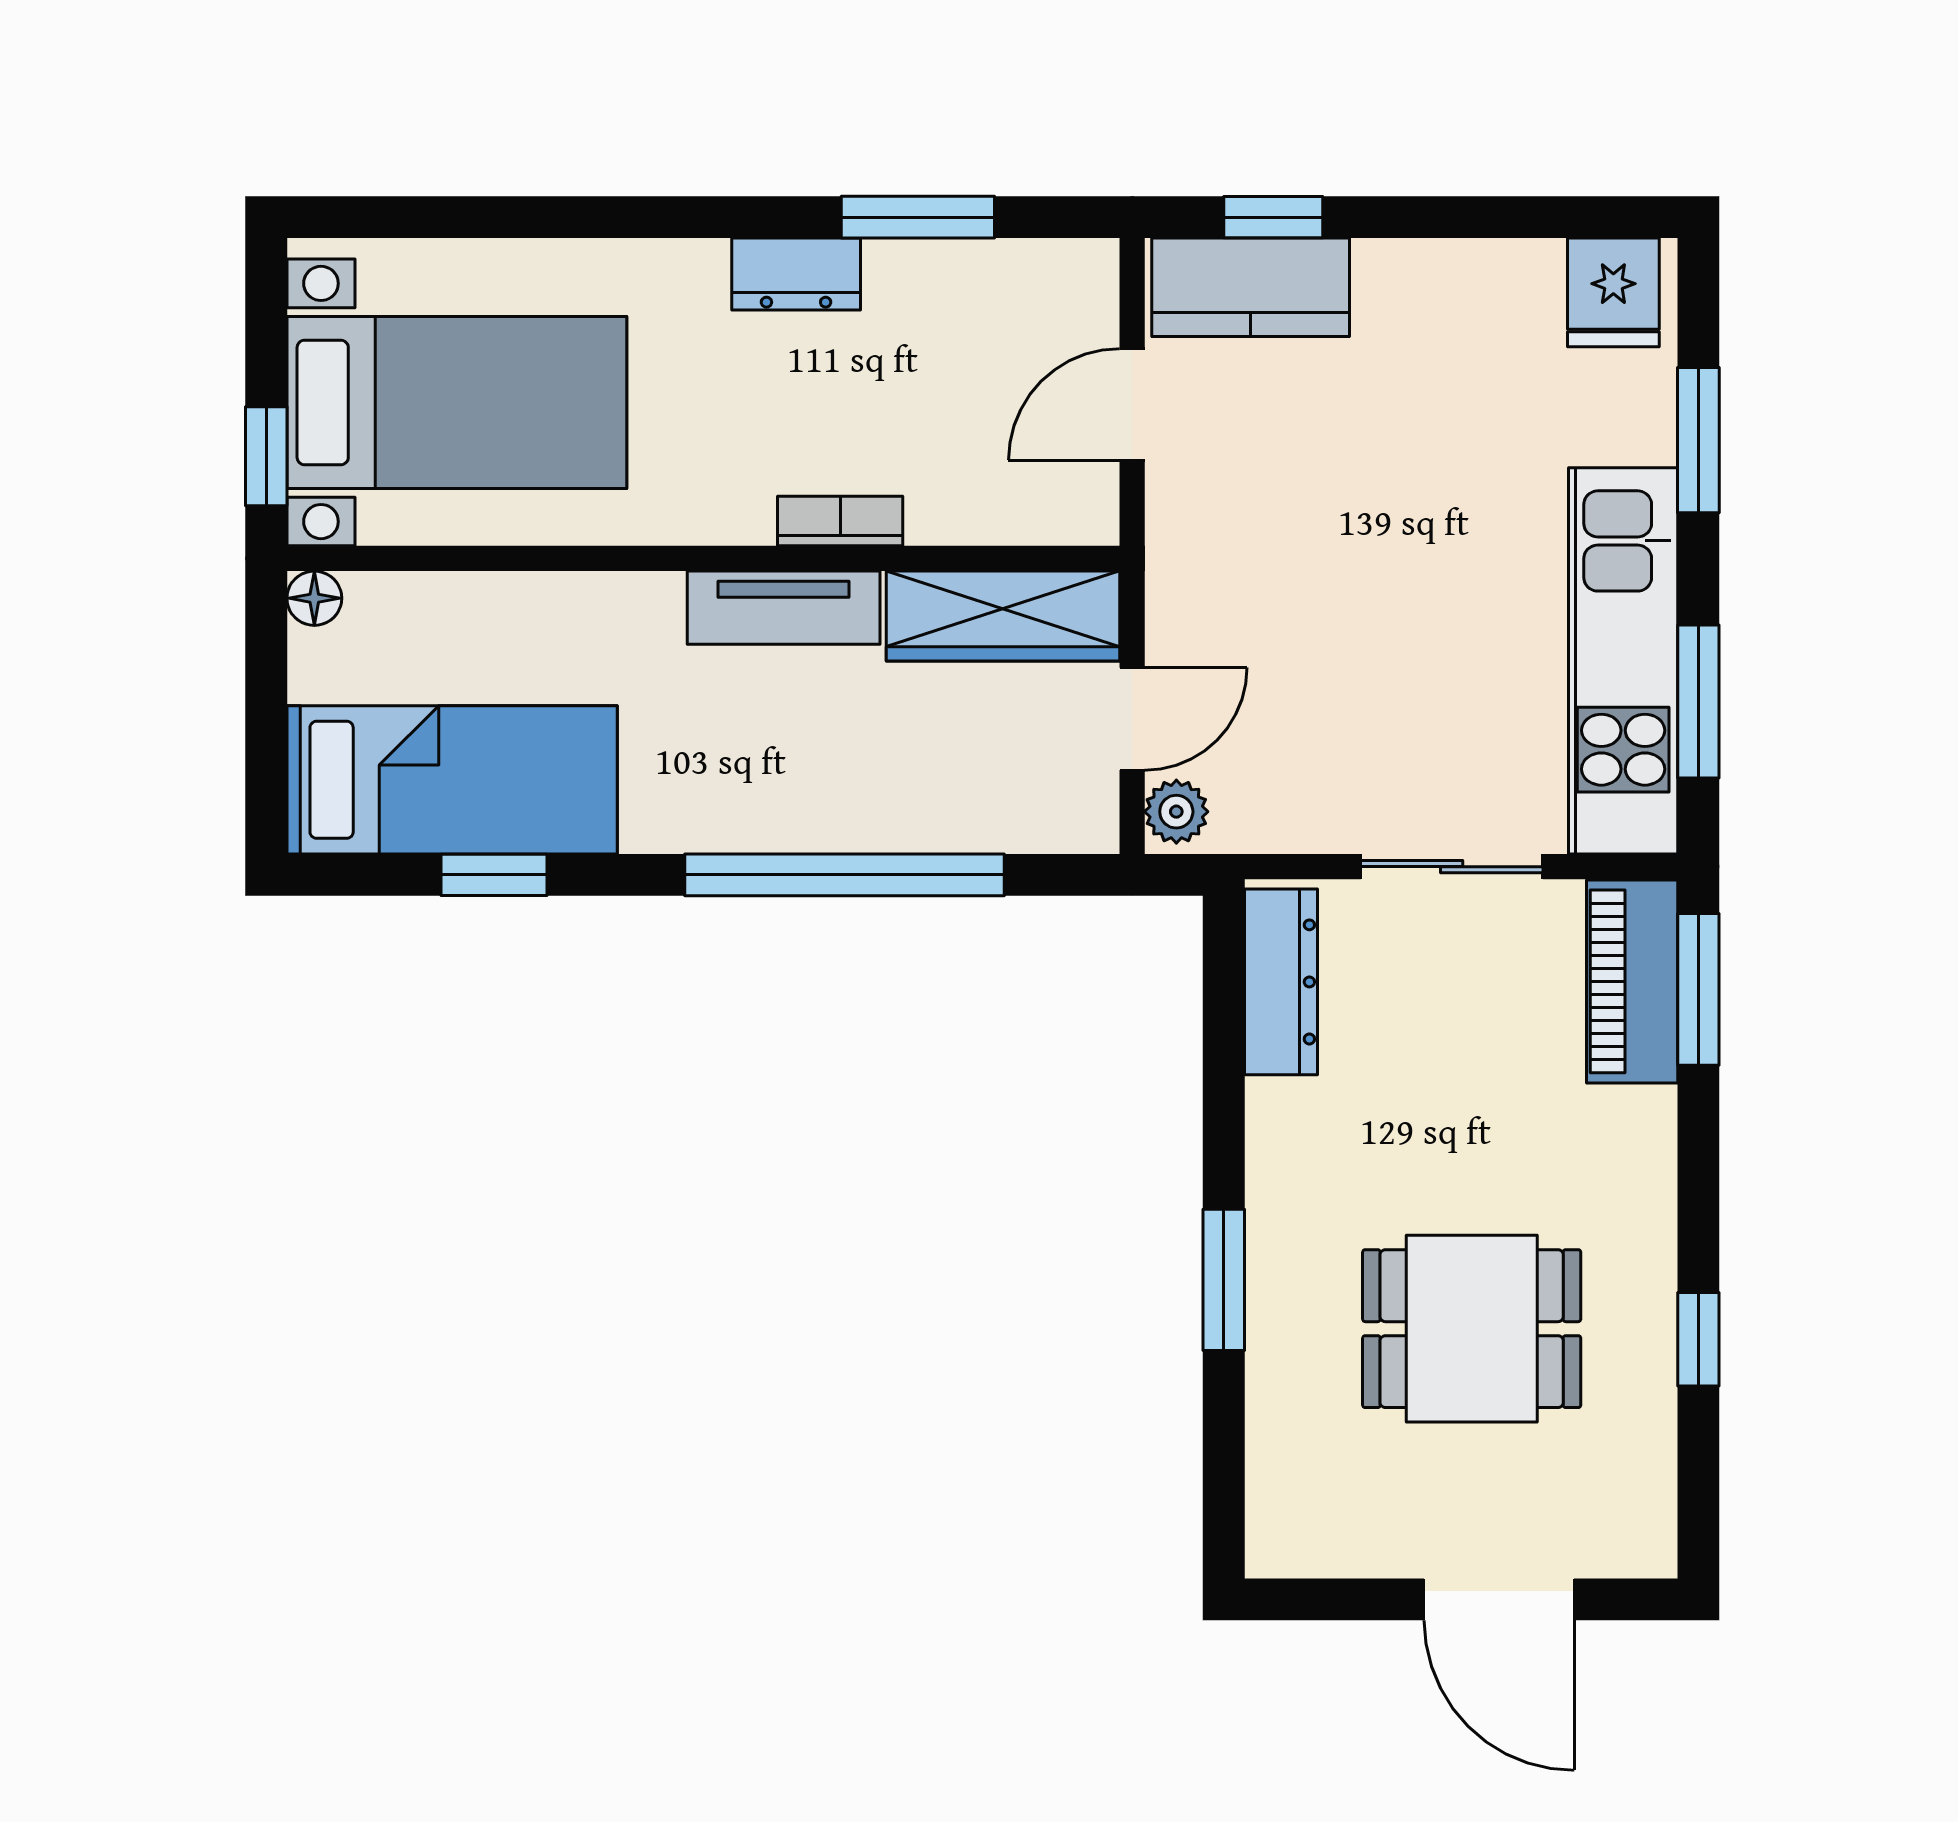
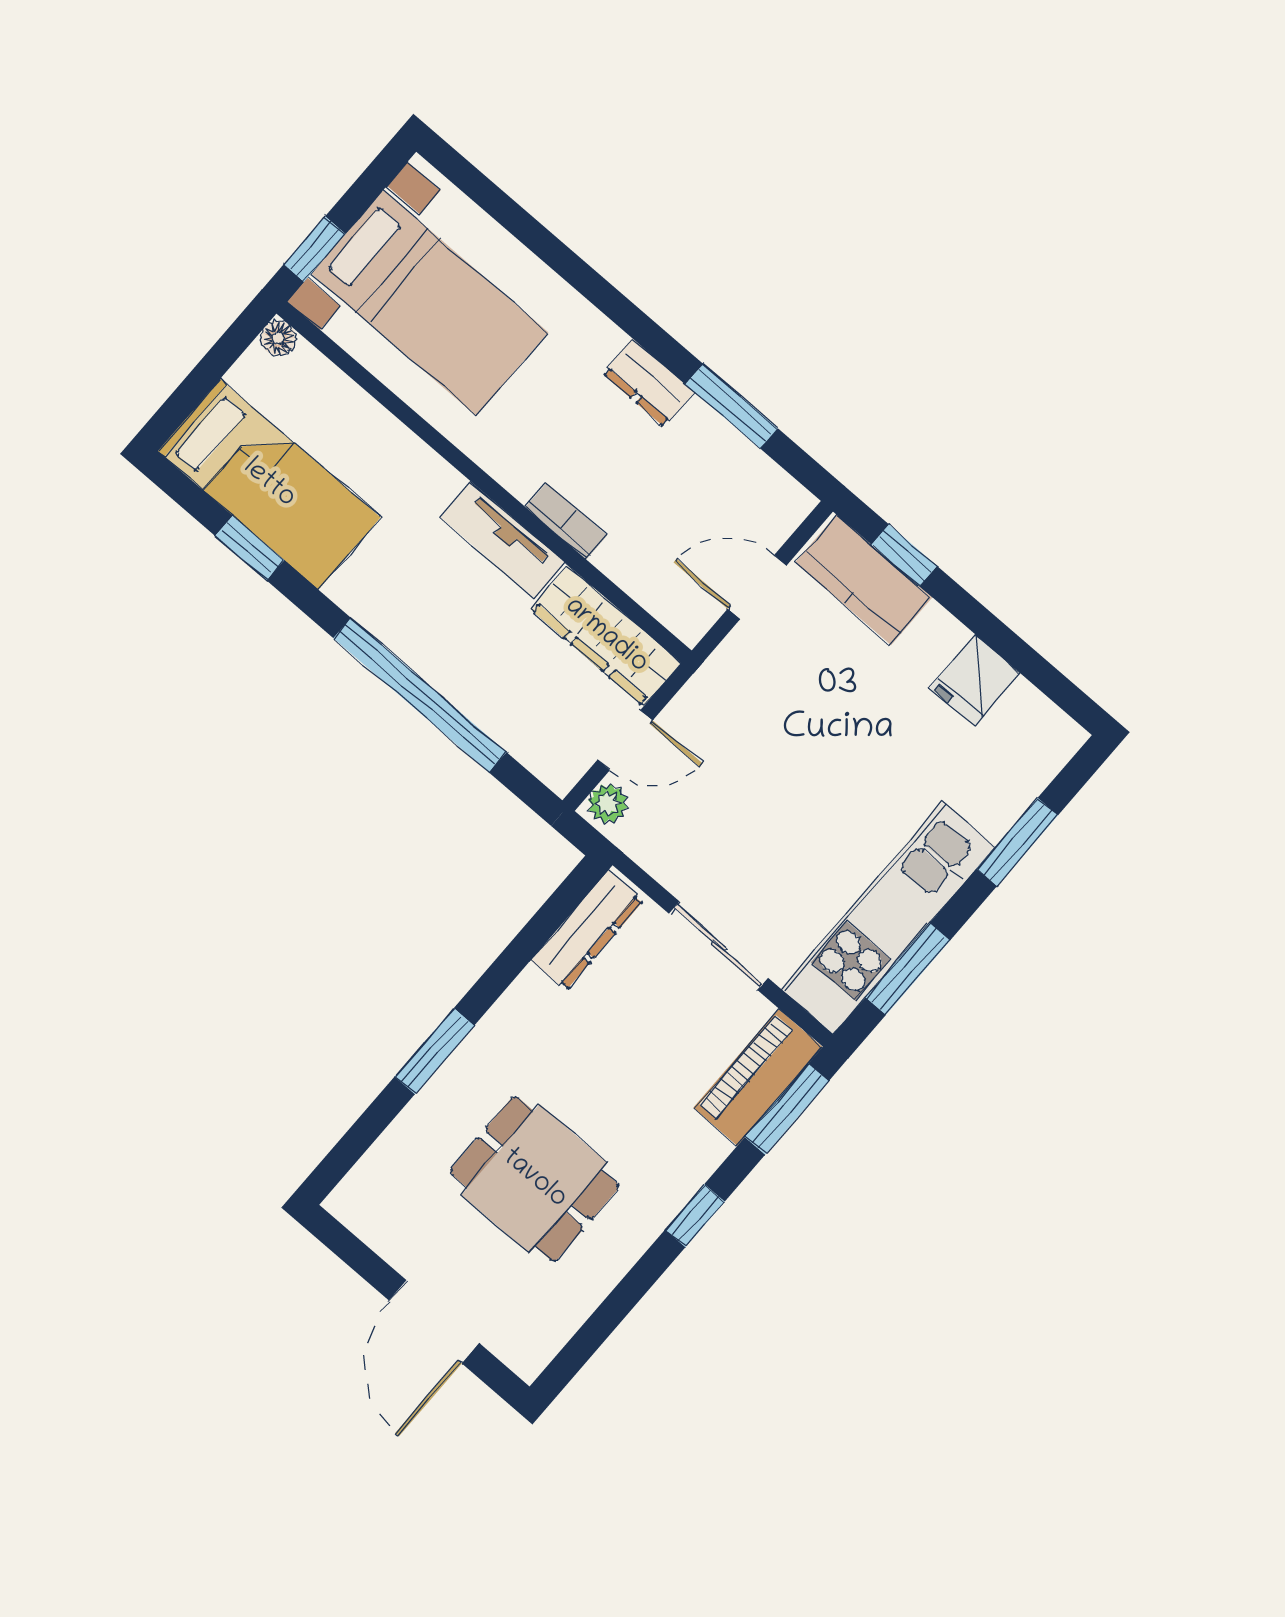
fridge: (1613, 292) -> (975, 680), moved
window: (1698, 1339) -> (695, 1216), moved

